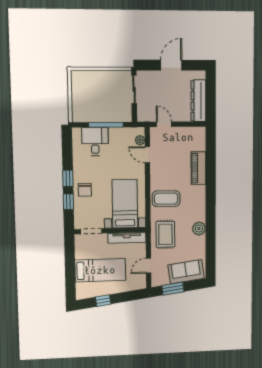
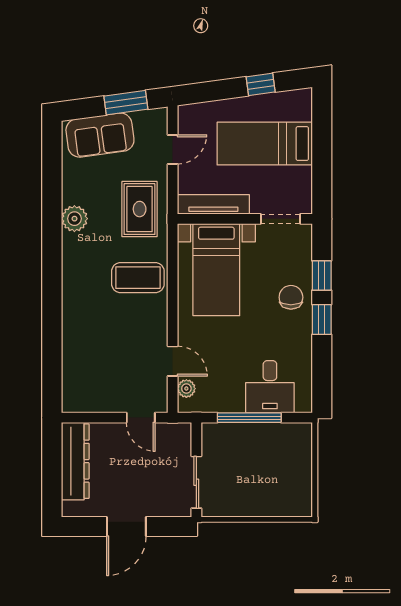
piano: (198, 168) -> (75, 335), removed

